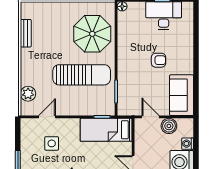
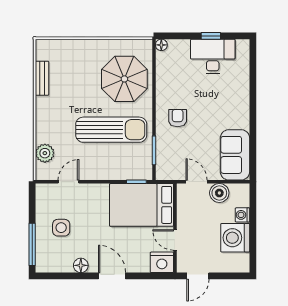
armchair: (159, 60) -> (178, 118), moved, turned -90
bed: (106, 130) -> (142, 205), width x1.50
side table: (52, 143) -> (61, 228), moved

